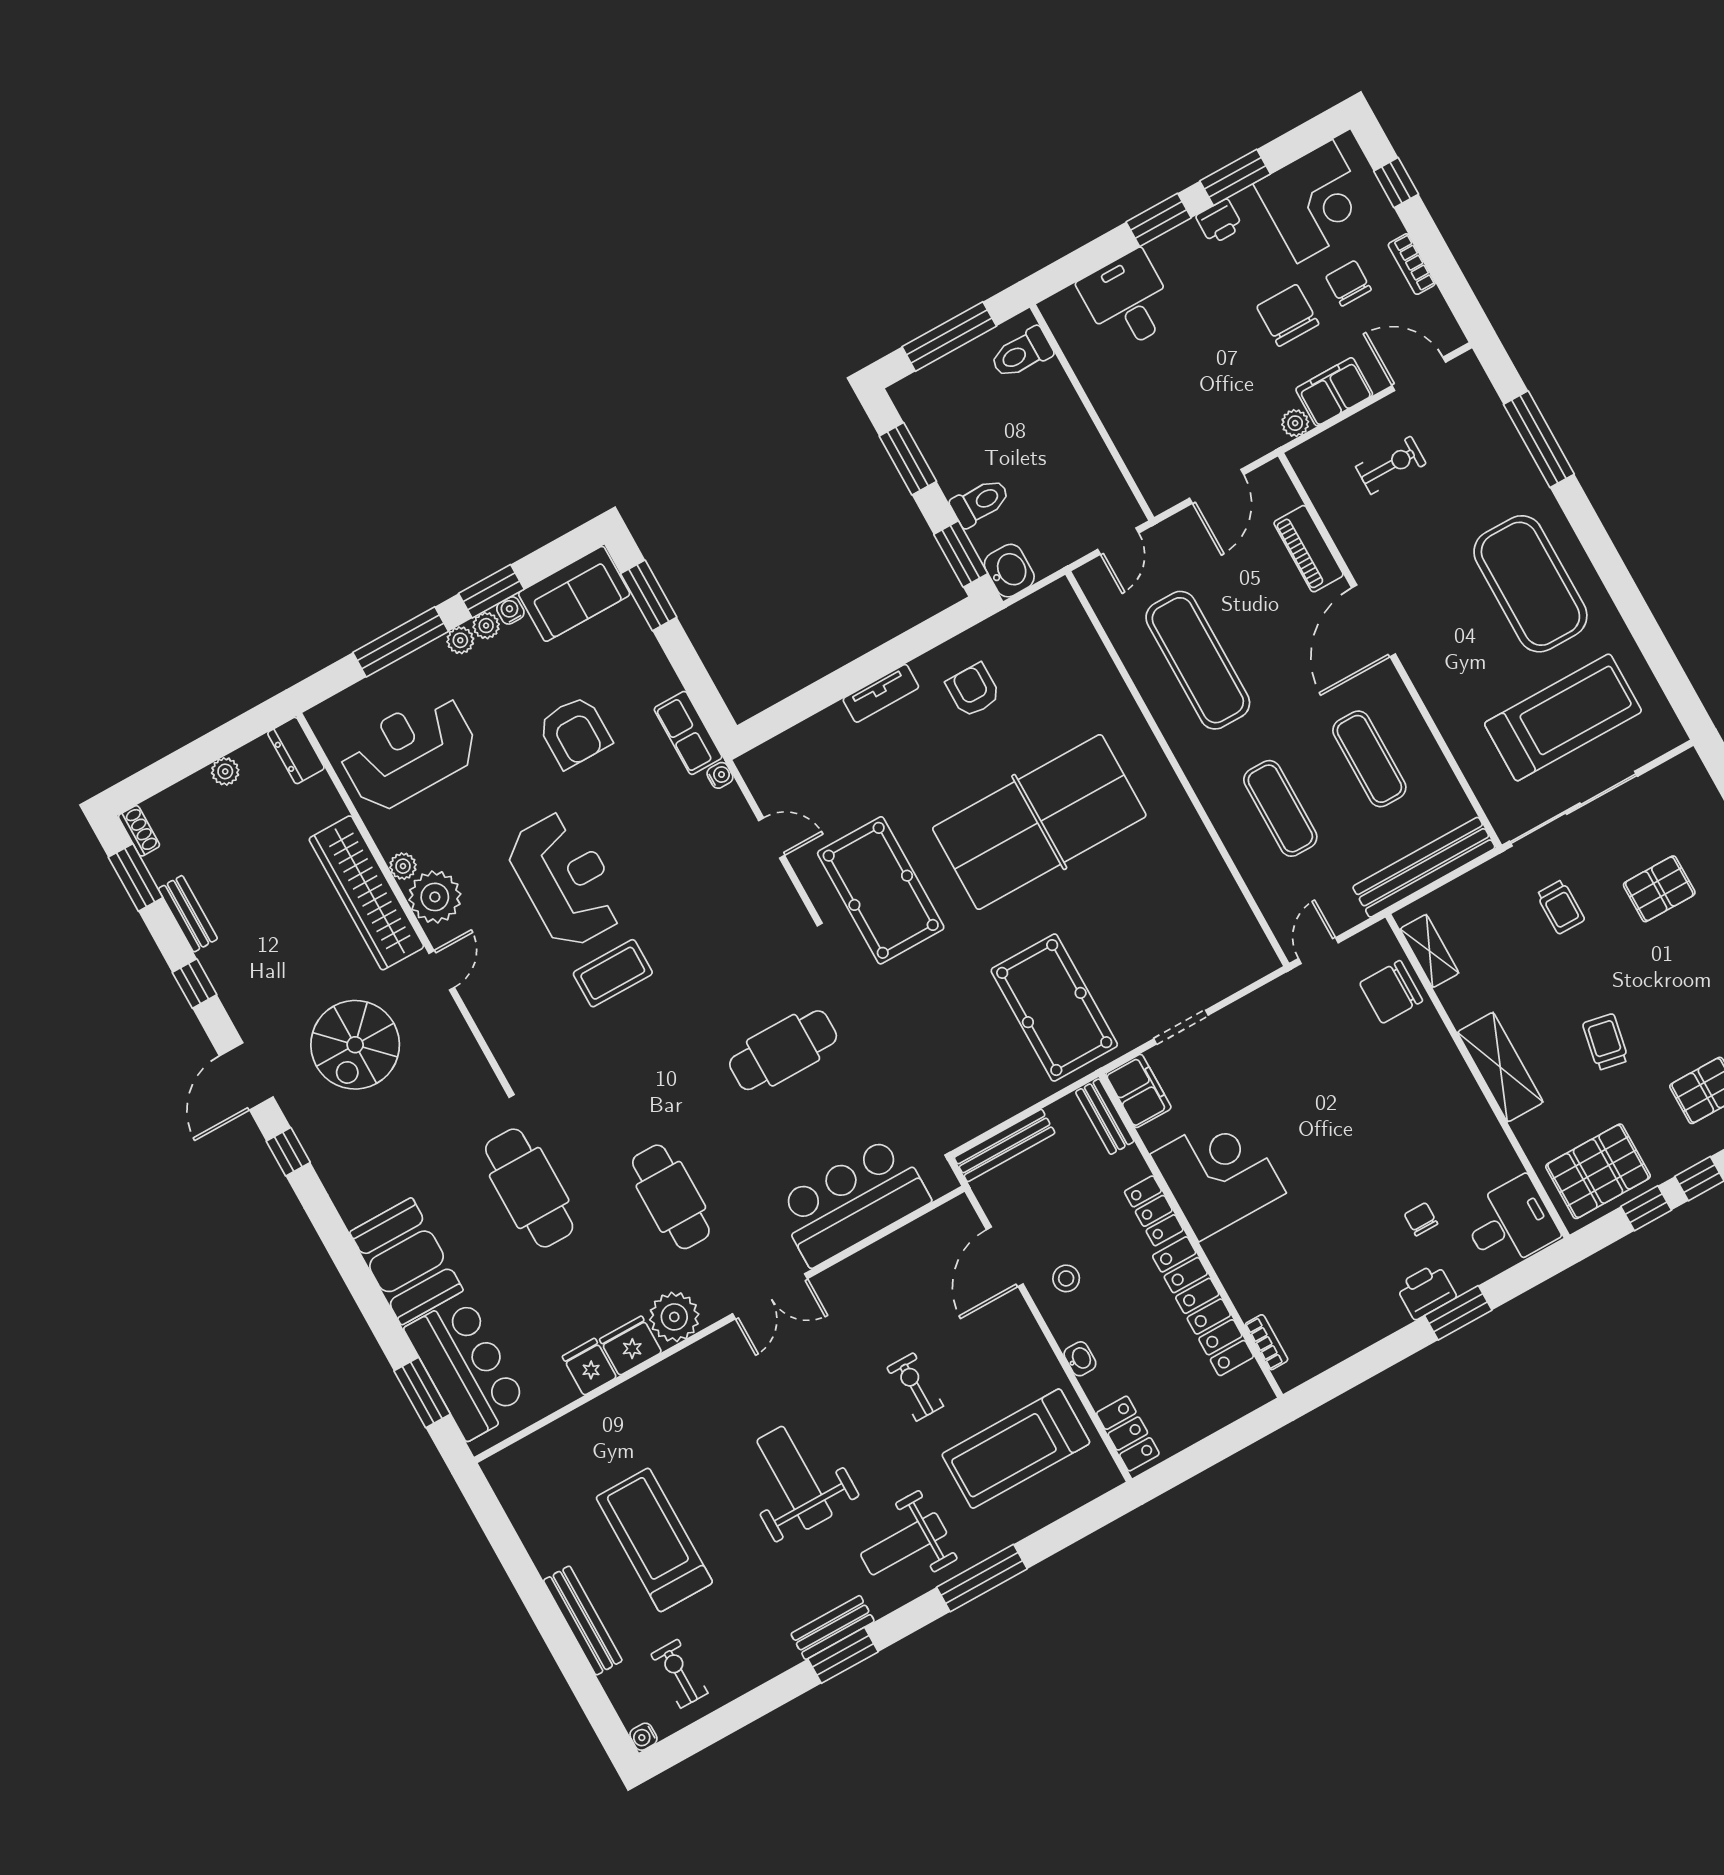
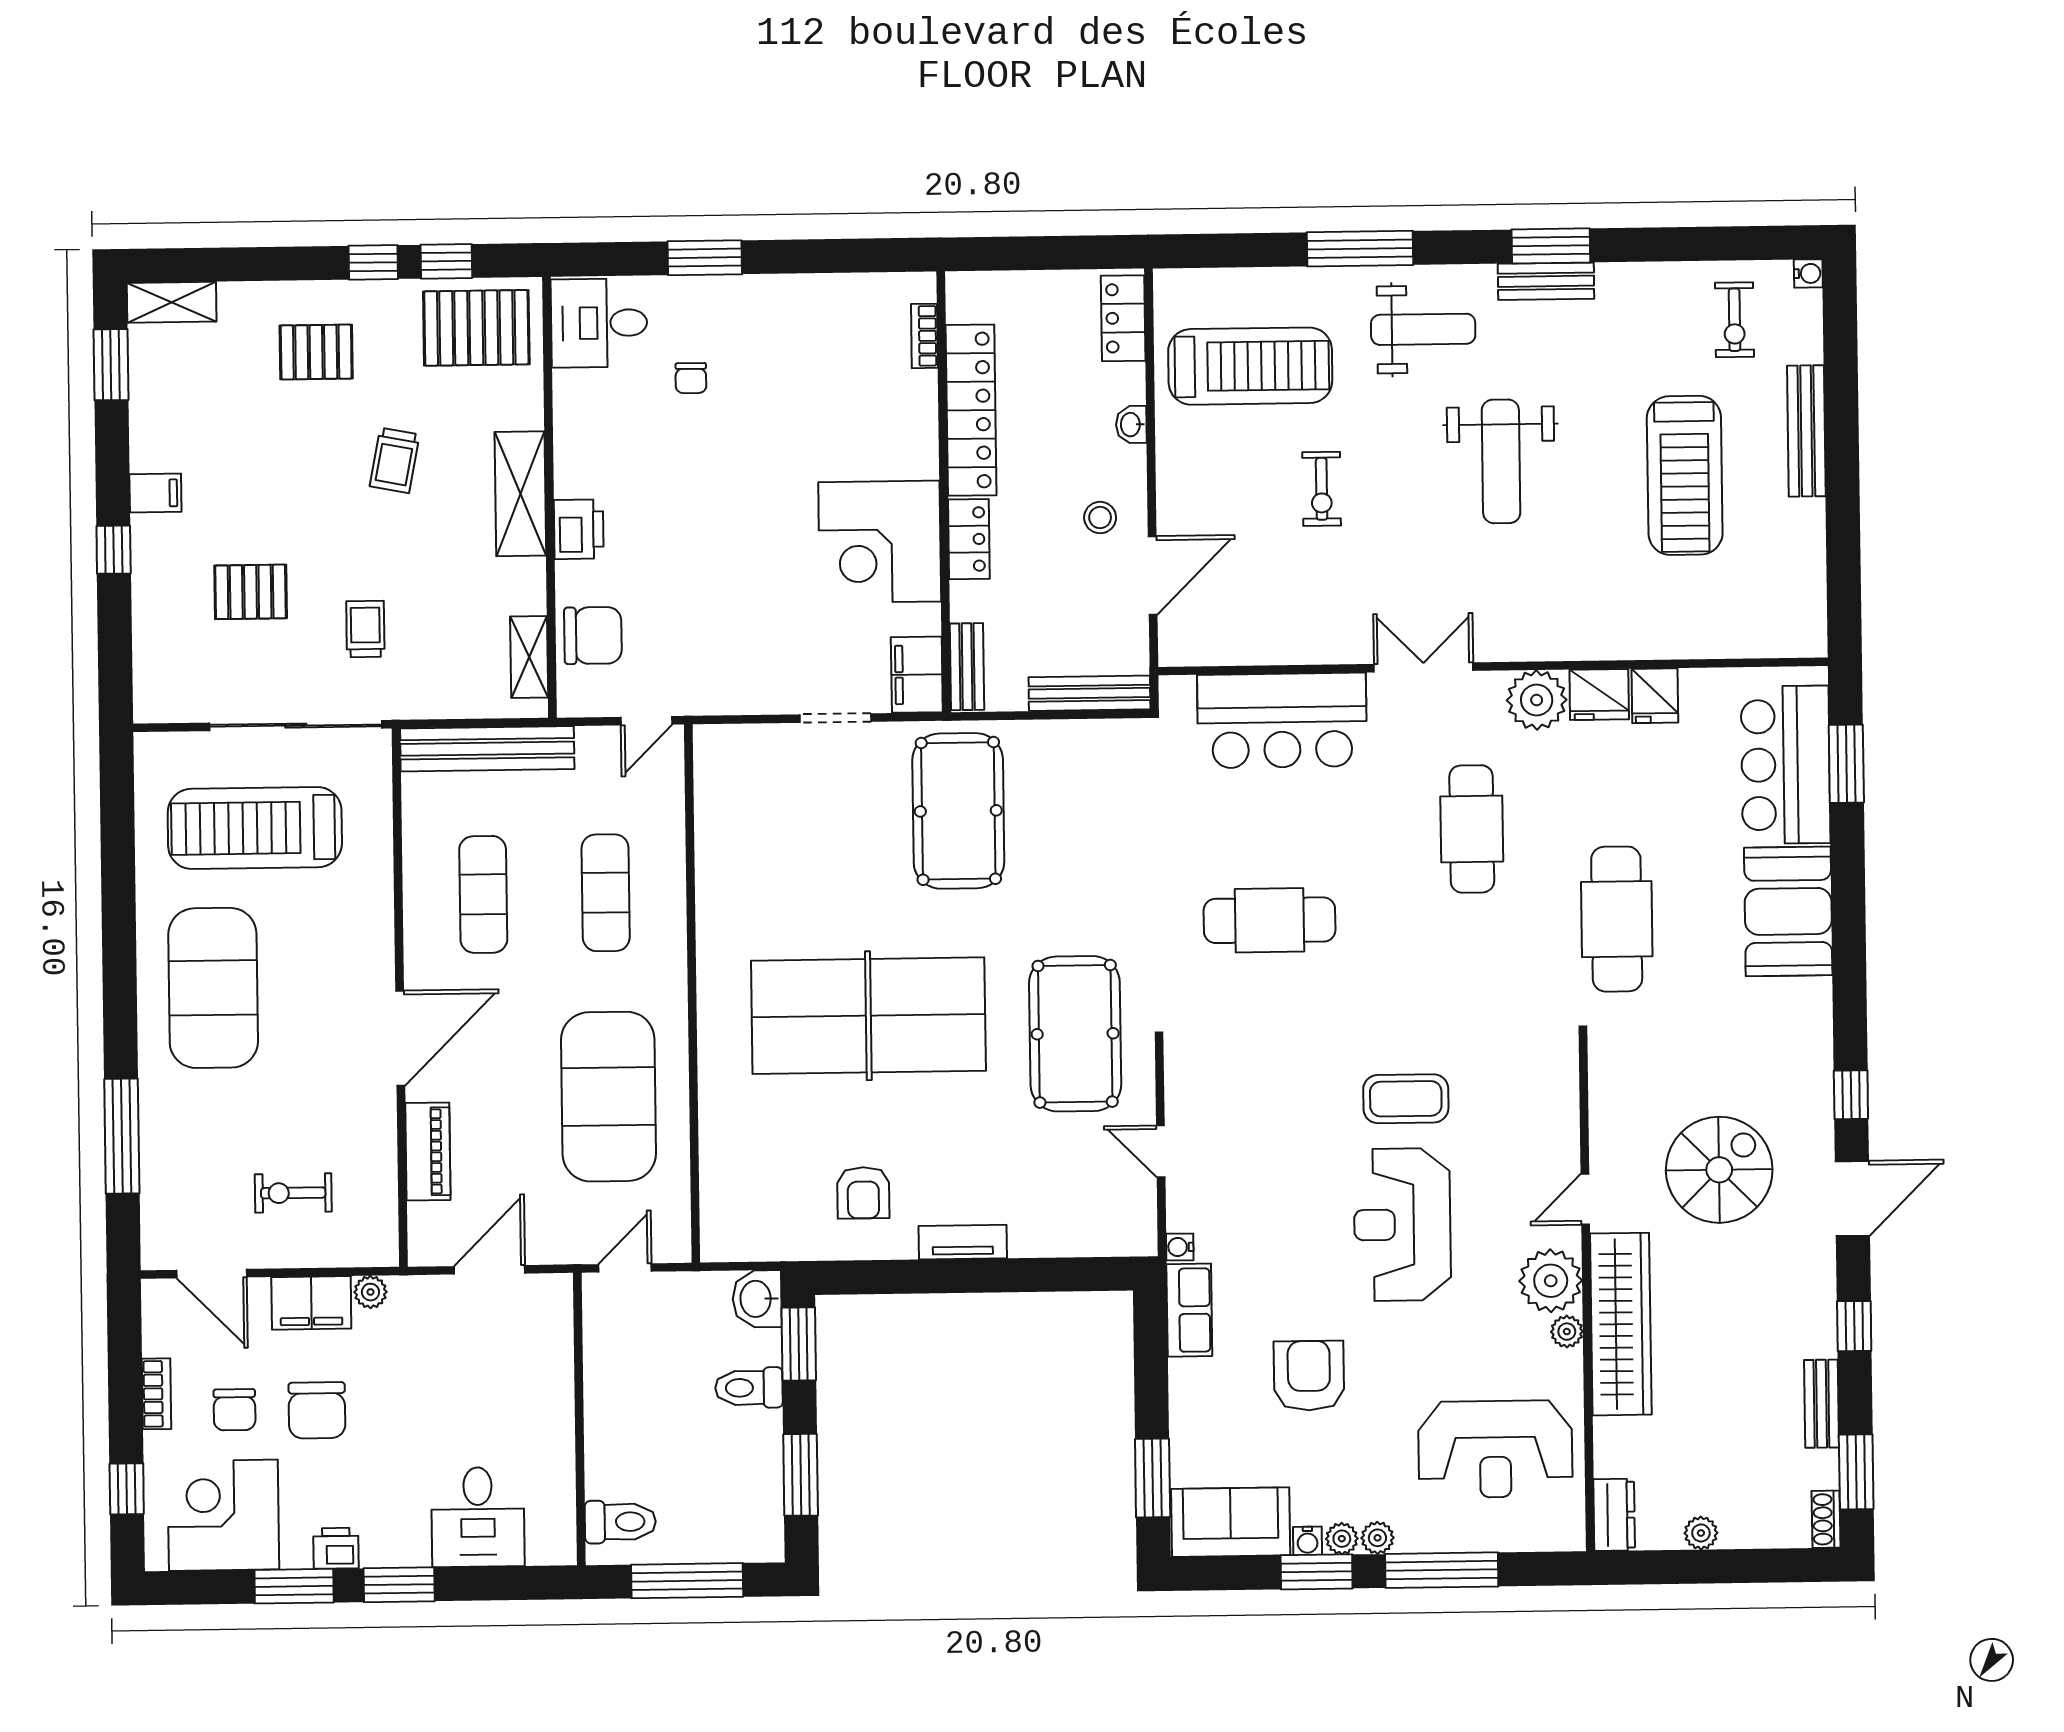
exercise mat: (1198, 660) -> (609, 1097), width x1.47
printer: (1426, 1291) -> (579, 529), moved, turned -90

